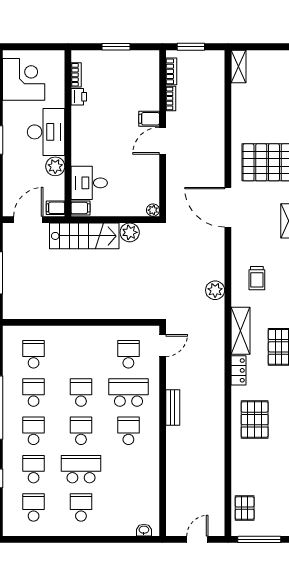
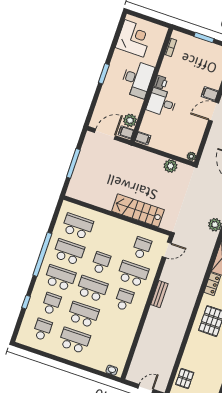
printer: (79, 97) -> (161, 82), moved
plant: (55, 166) -> (130, 120), moved
desk: (89, 183) -> (162, 103), moved
stairs: (84, 236) -> (138, 210), moved, turned 180
school desk: (34, 354) -> (78, 226), width x1.85
school desk: (34, 393) -> (69, 252), width x1.85
school desk: (34, 431) -> (60, 278), width x1.85
school desk: (81, 431) -> (92, 289), width x1.85
school desk: (81, 507) -> (74, 340), width x1.85

